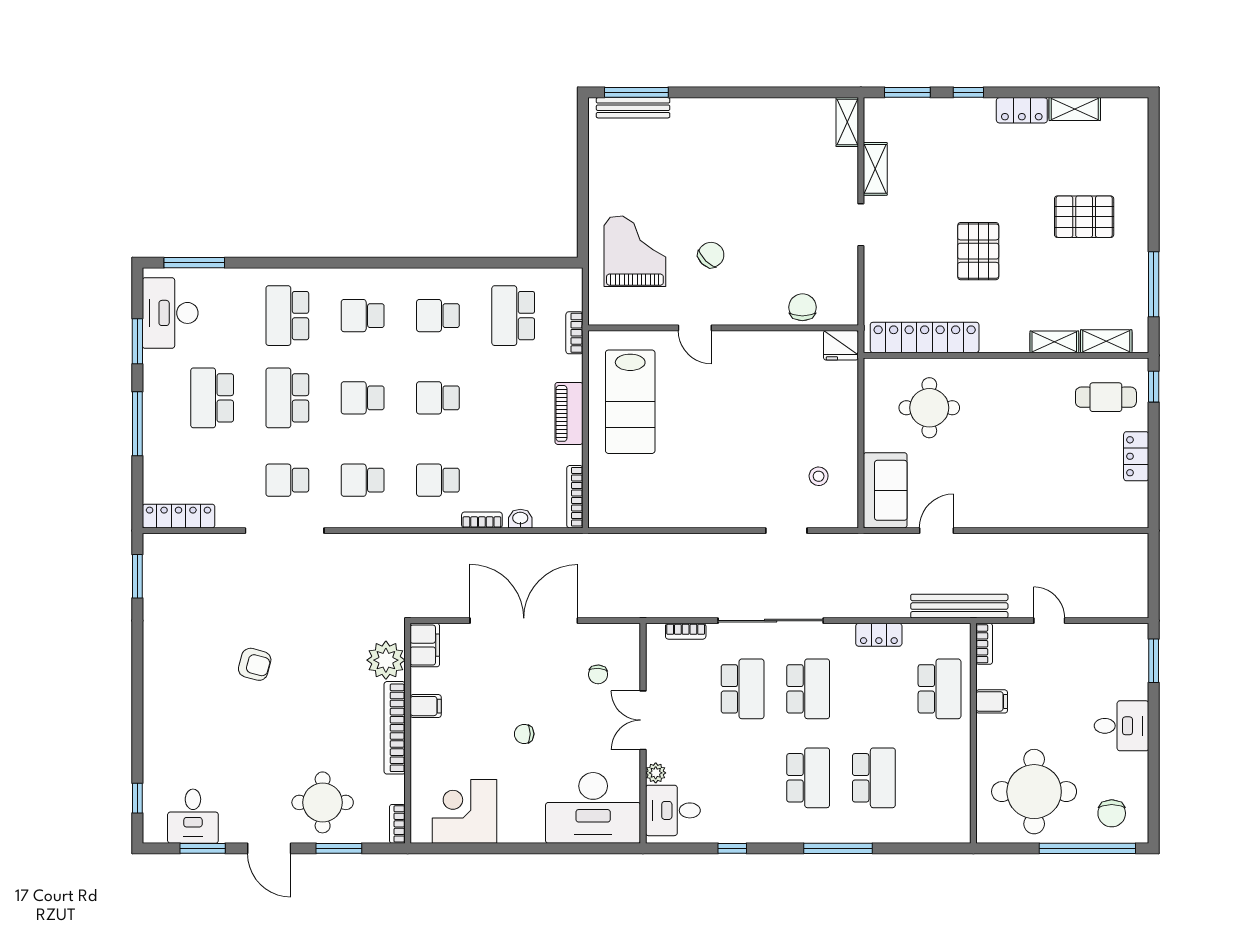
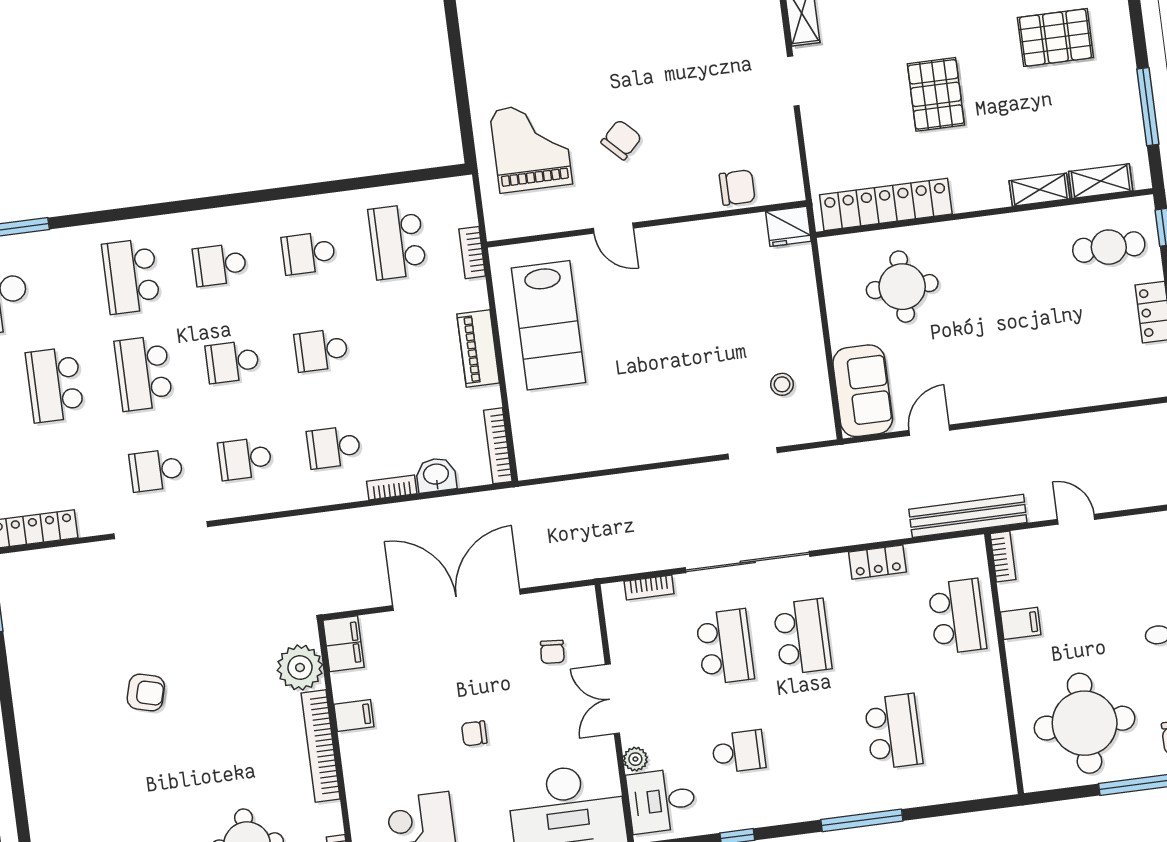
chair: (802, 307) -> (737, 188), turned 90
washbasin: (520, 519) -> (436, 475), width x1.38, depth x1.45
school desk: (808, 778) -> (739, 752), moved, width x0.54

